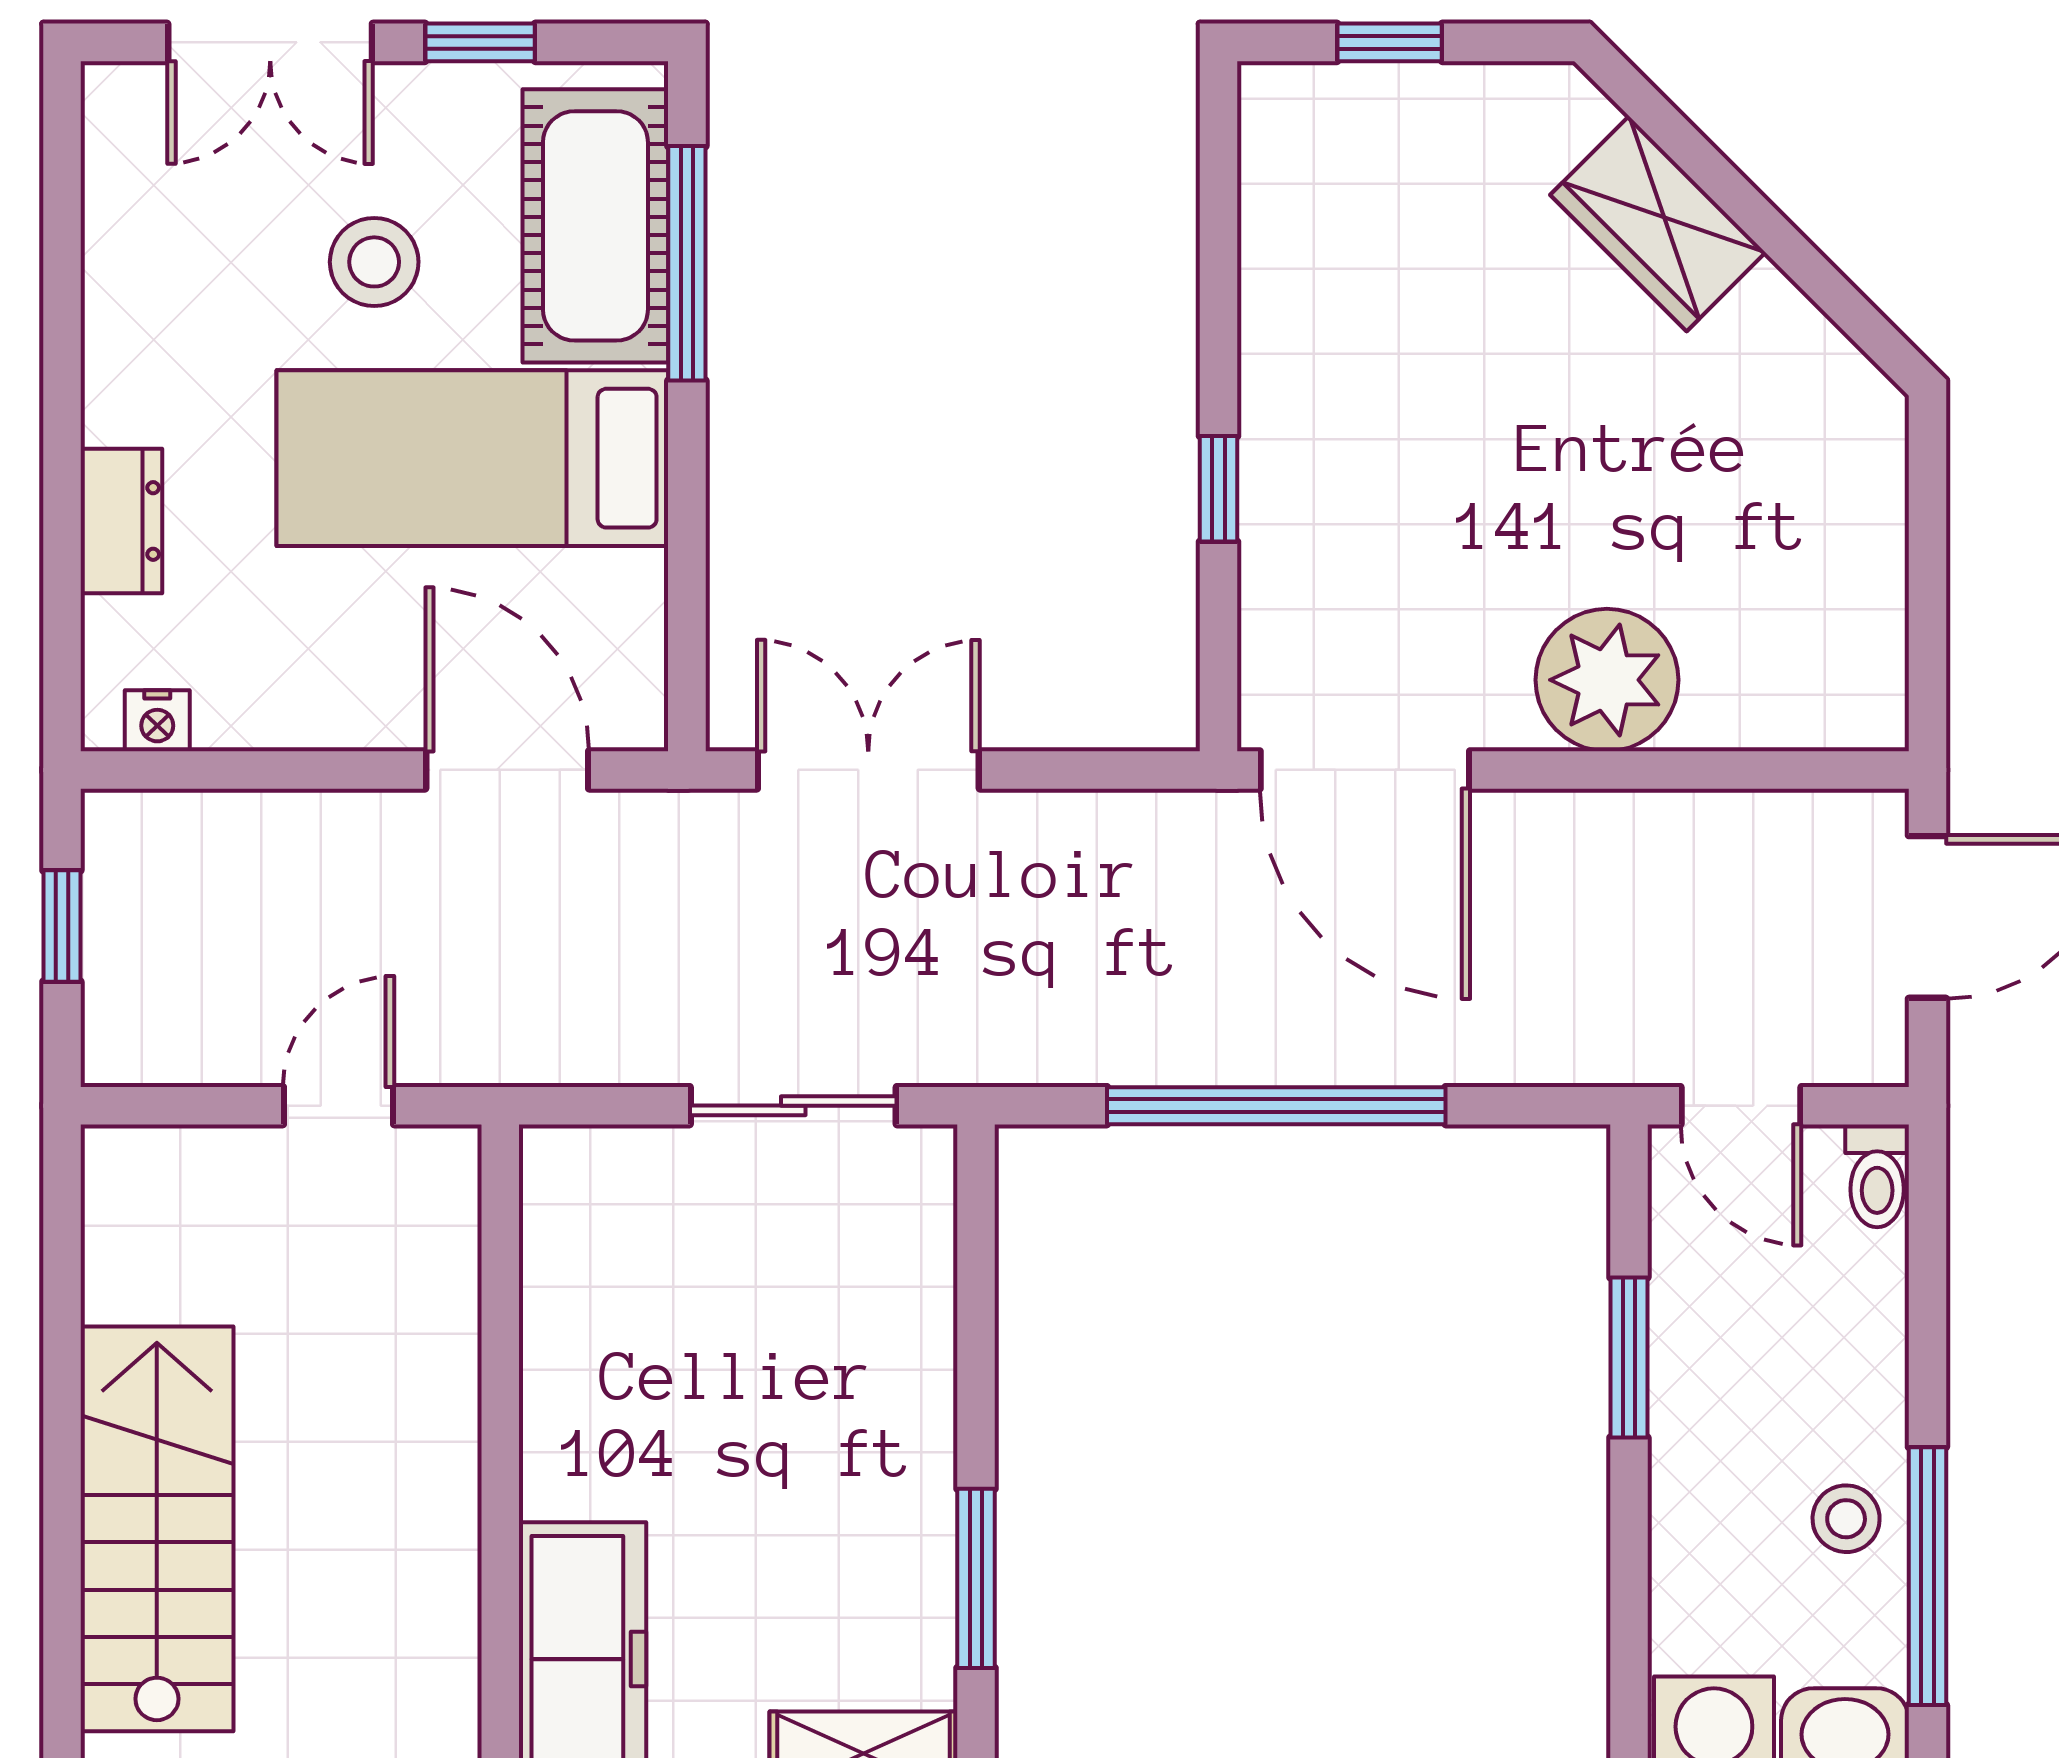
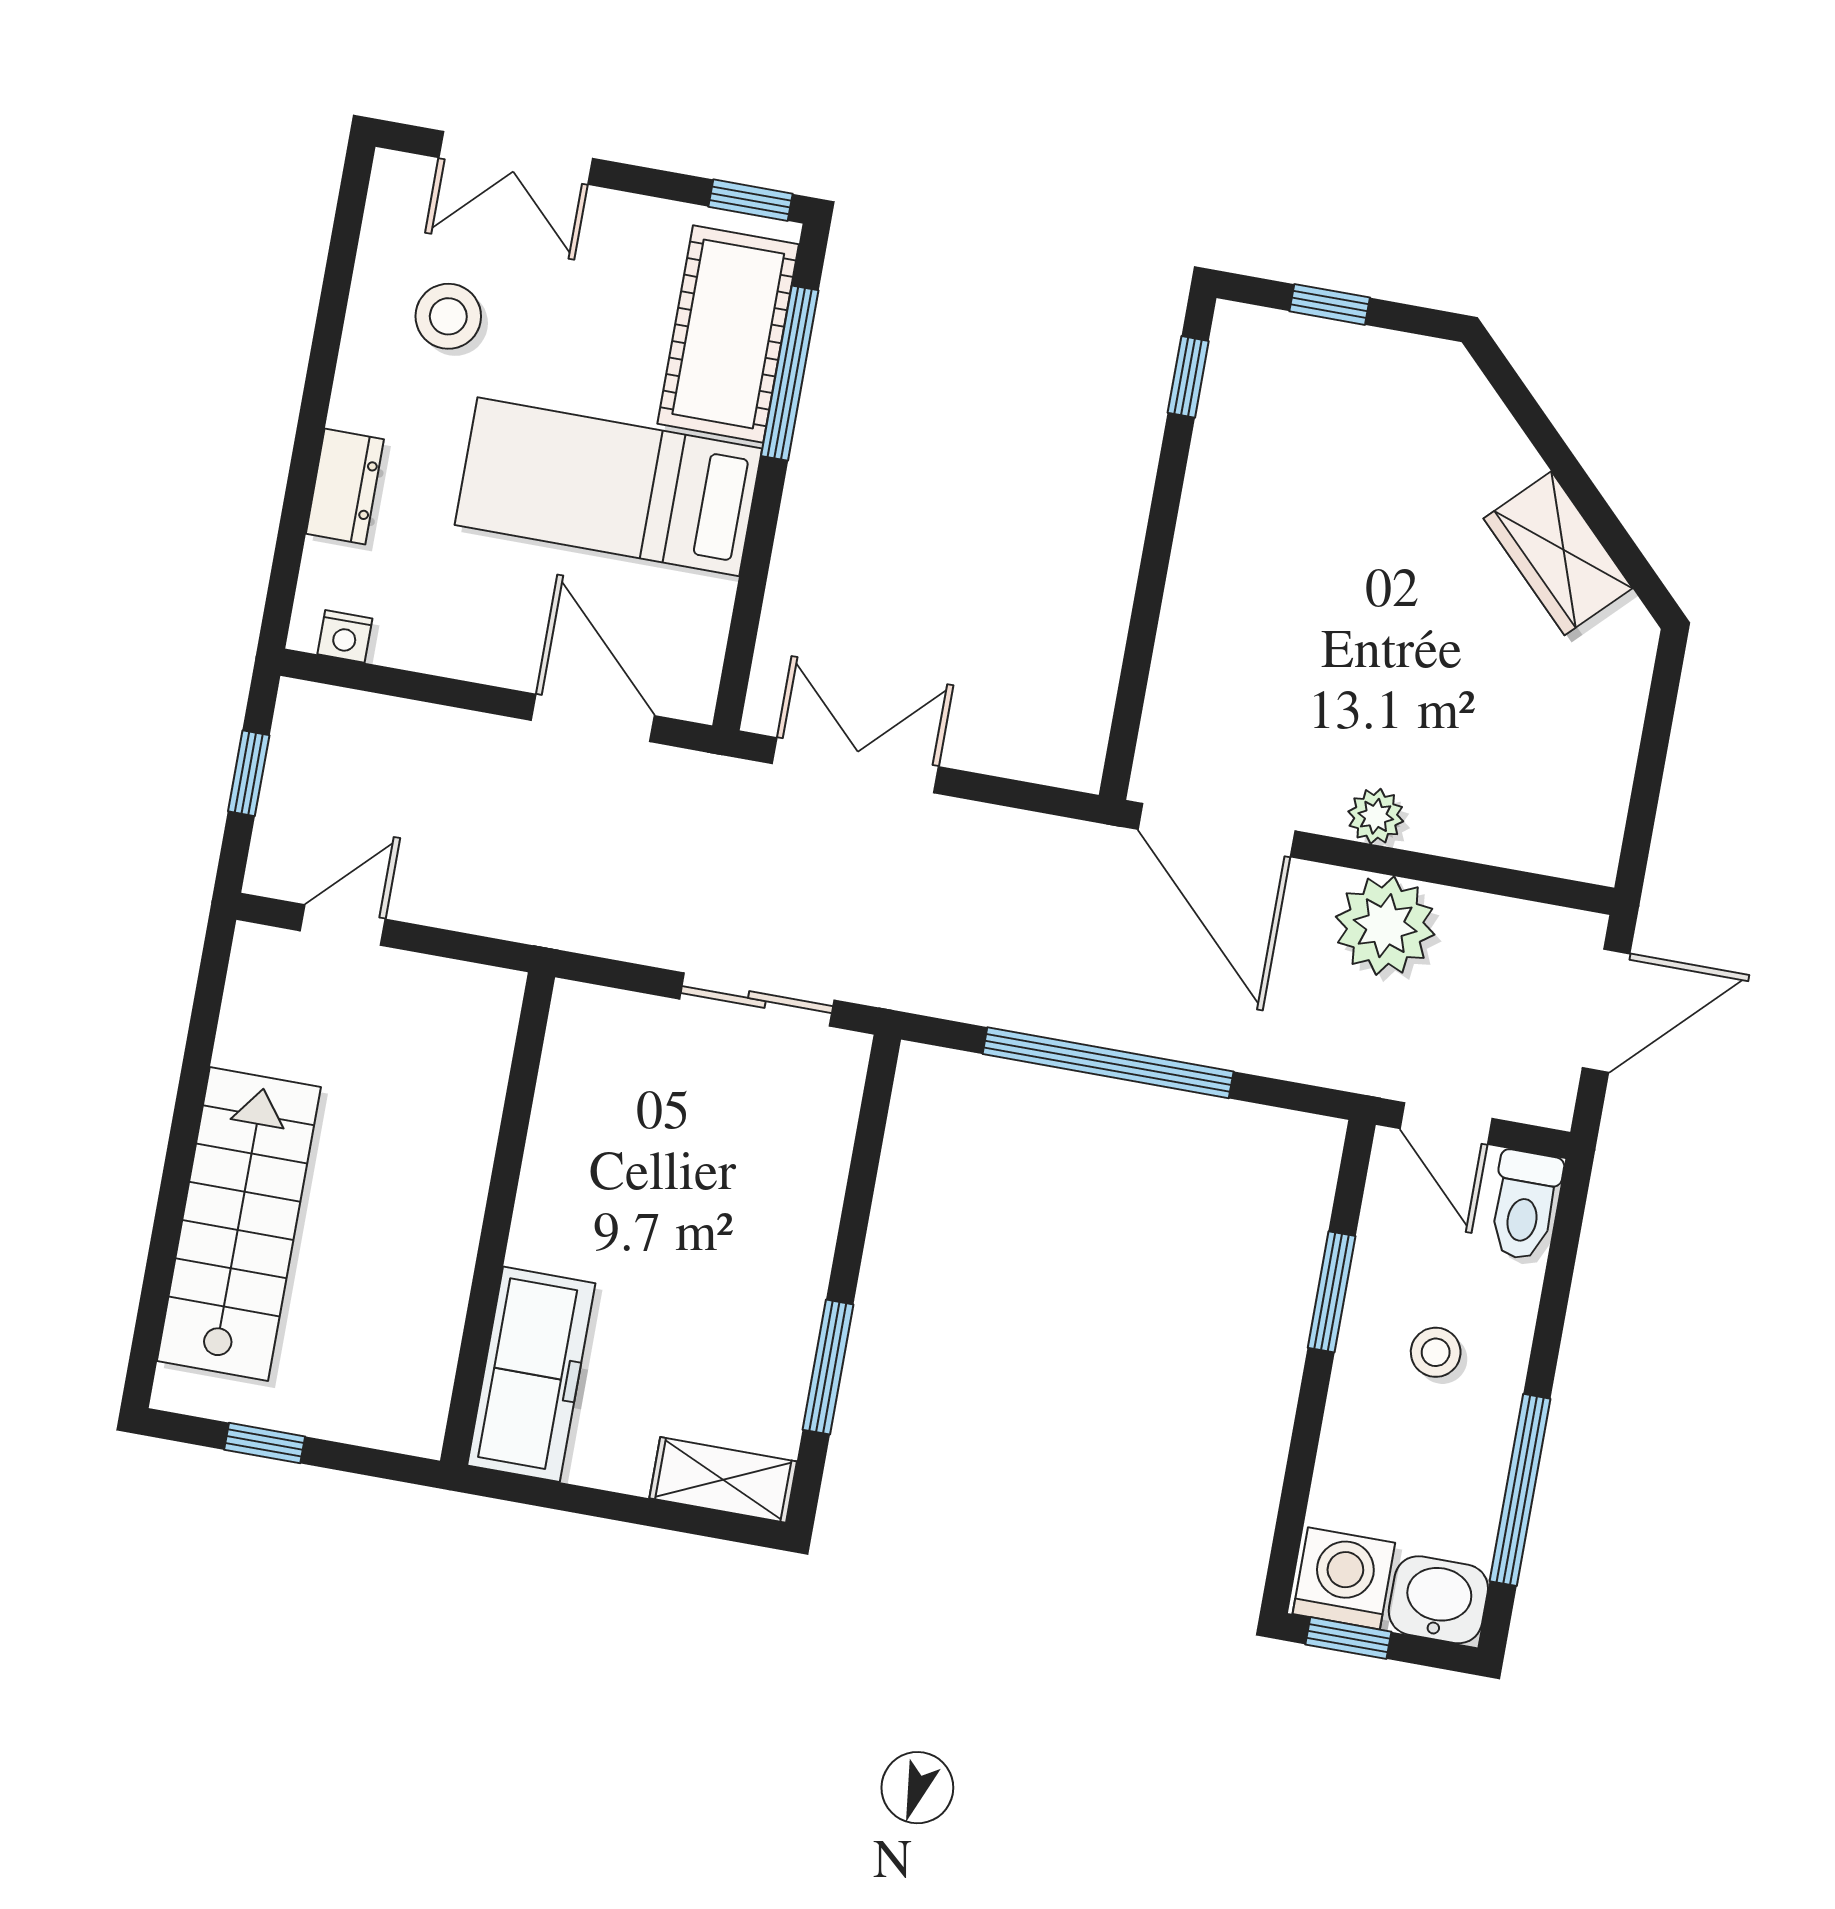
window: (480, 42) -> (751, 200), moved
wardrobe: (1658, 224) -> (1558, 553), moved
stool: (374, 262) -> (448, 316), moved
window: (1219, 489) -> (1188, 377), moved
plant: (1607, 680) -> (1376, 816), width x0.53, depth x0.53
plant: (1613, 857) -> (1385, 926), added
door: (339, 1106) -> (343, 925), moved
toilet: (1877, 1176) -> (1525, 1205), width x1.37, depth x1.39
stool: (1846, 1519) -> (1436, 1352), moved

